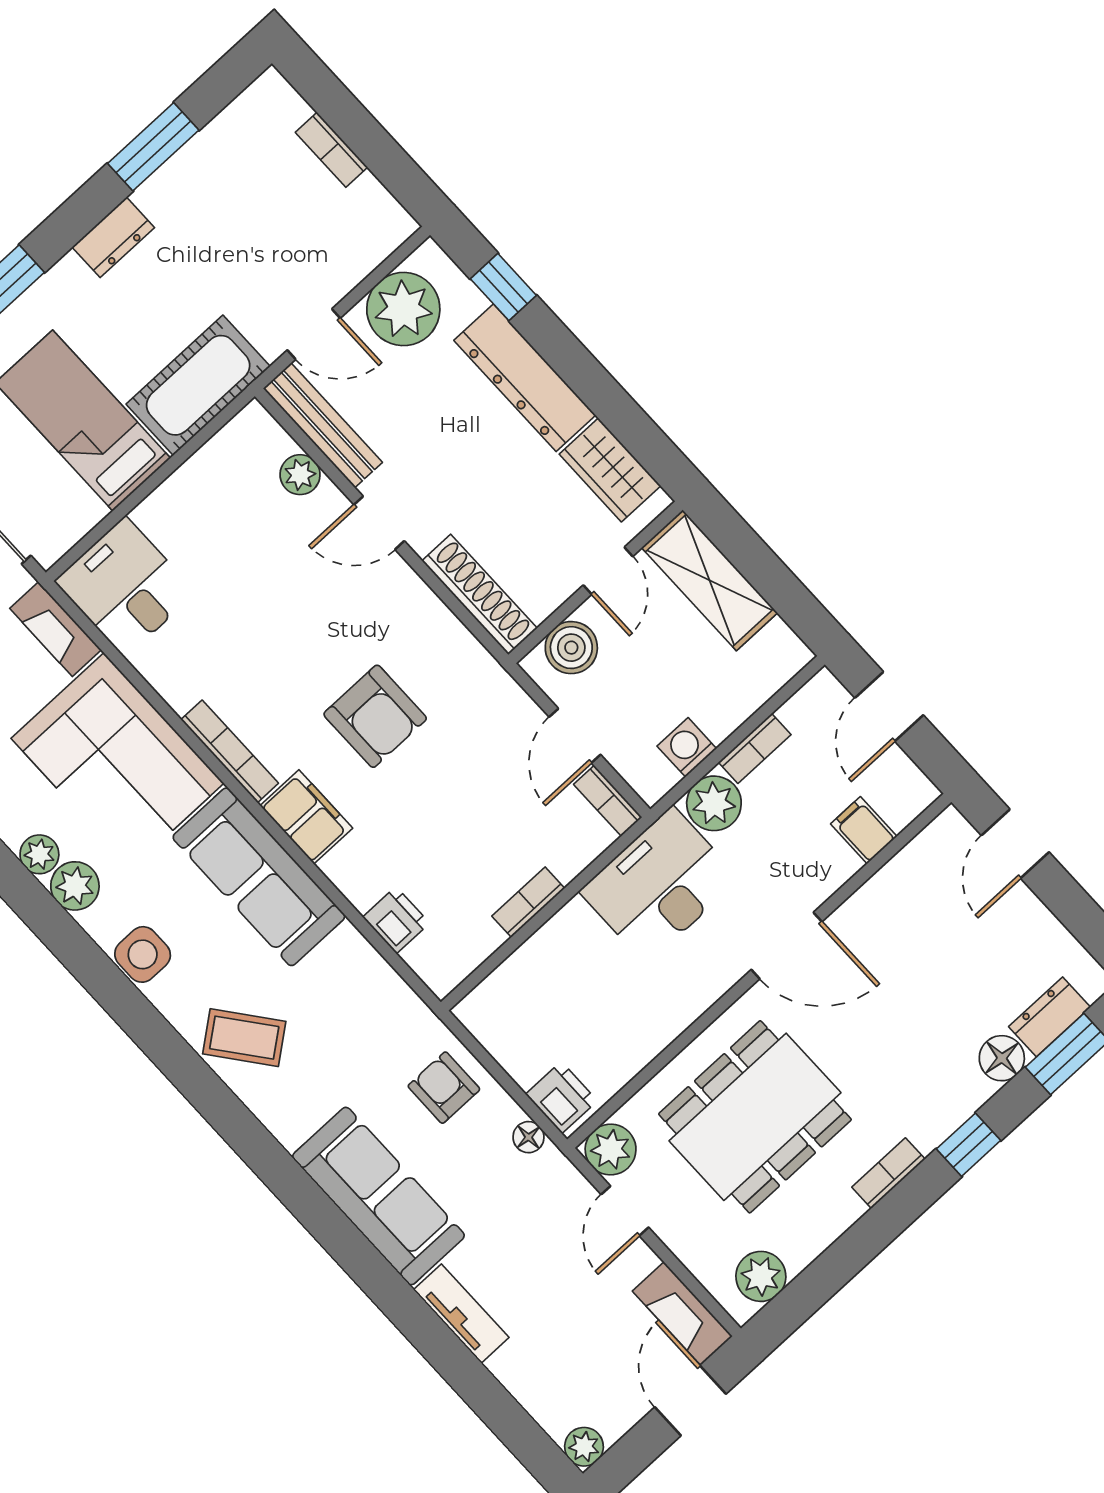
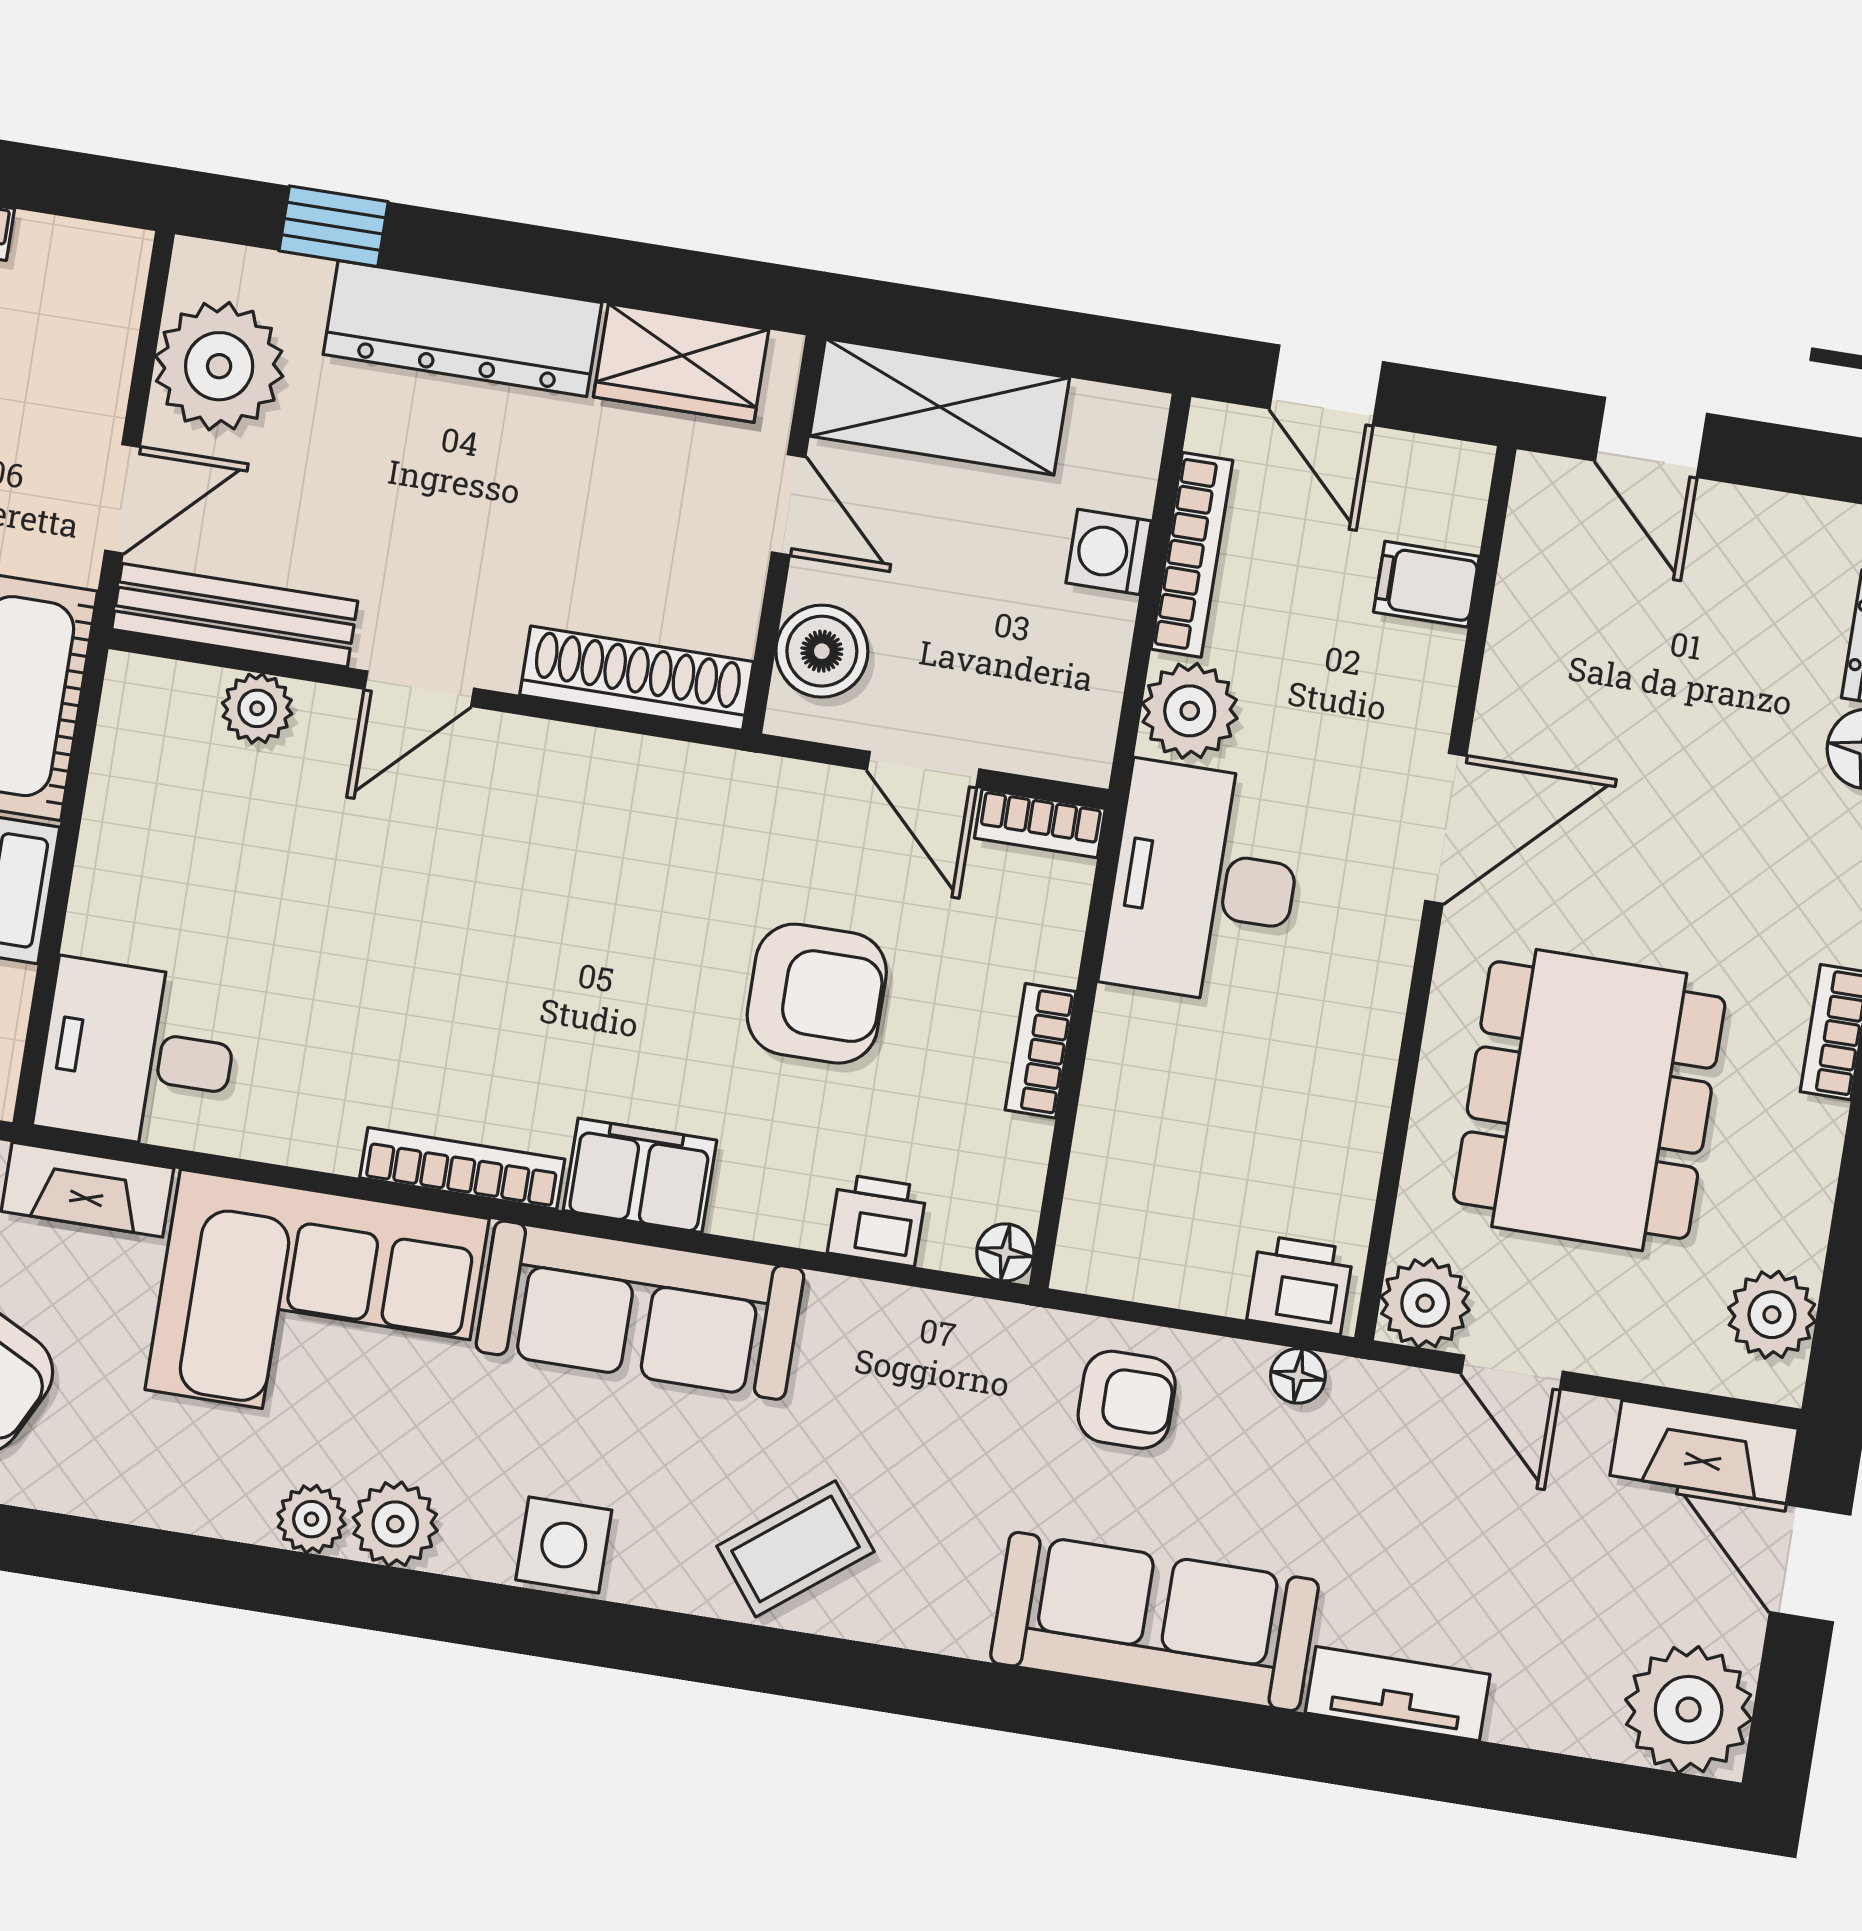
armchair: (375, 716) -> (817, 994), moved
washing machine: (687, 747) -> (1109, 552), moved
bookcase: (755, 748) -> (1192, 555), width x1.56
floor lamp: (442, 979) -> (1005, 1252), added
armchair: (444, 1088) -> (1127, 1400), turned 180
plant: (584, 1447) -> (1689, 1710), width x1.87, depth x1.87

